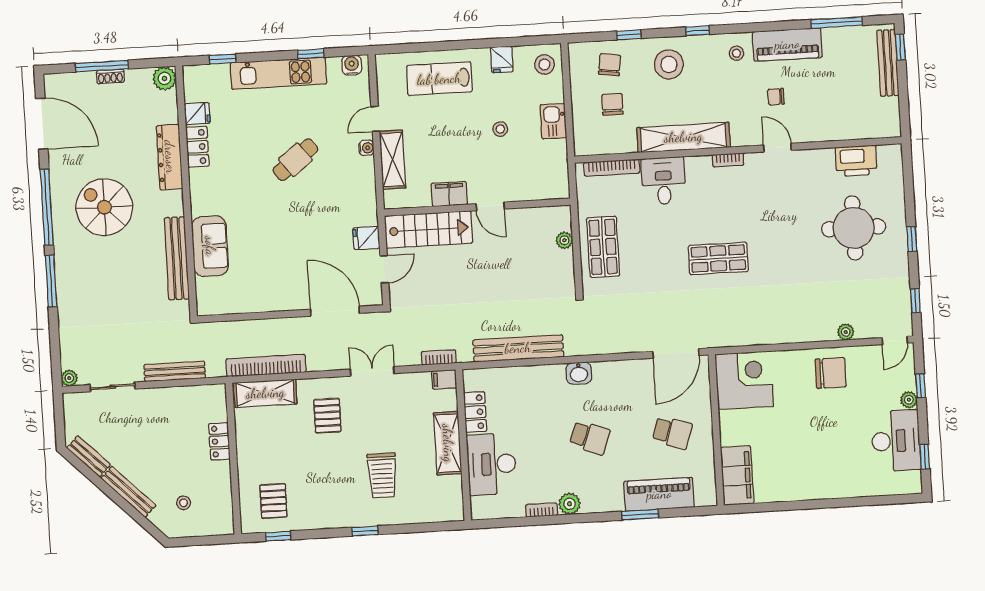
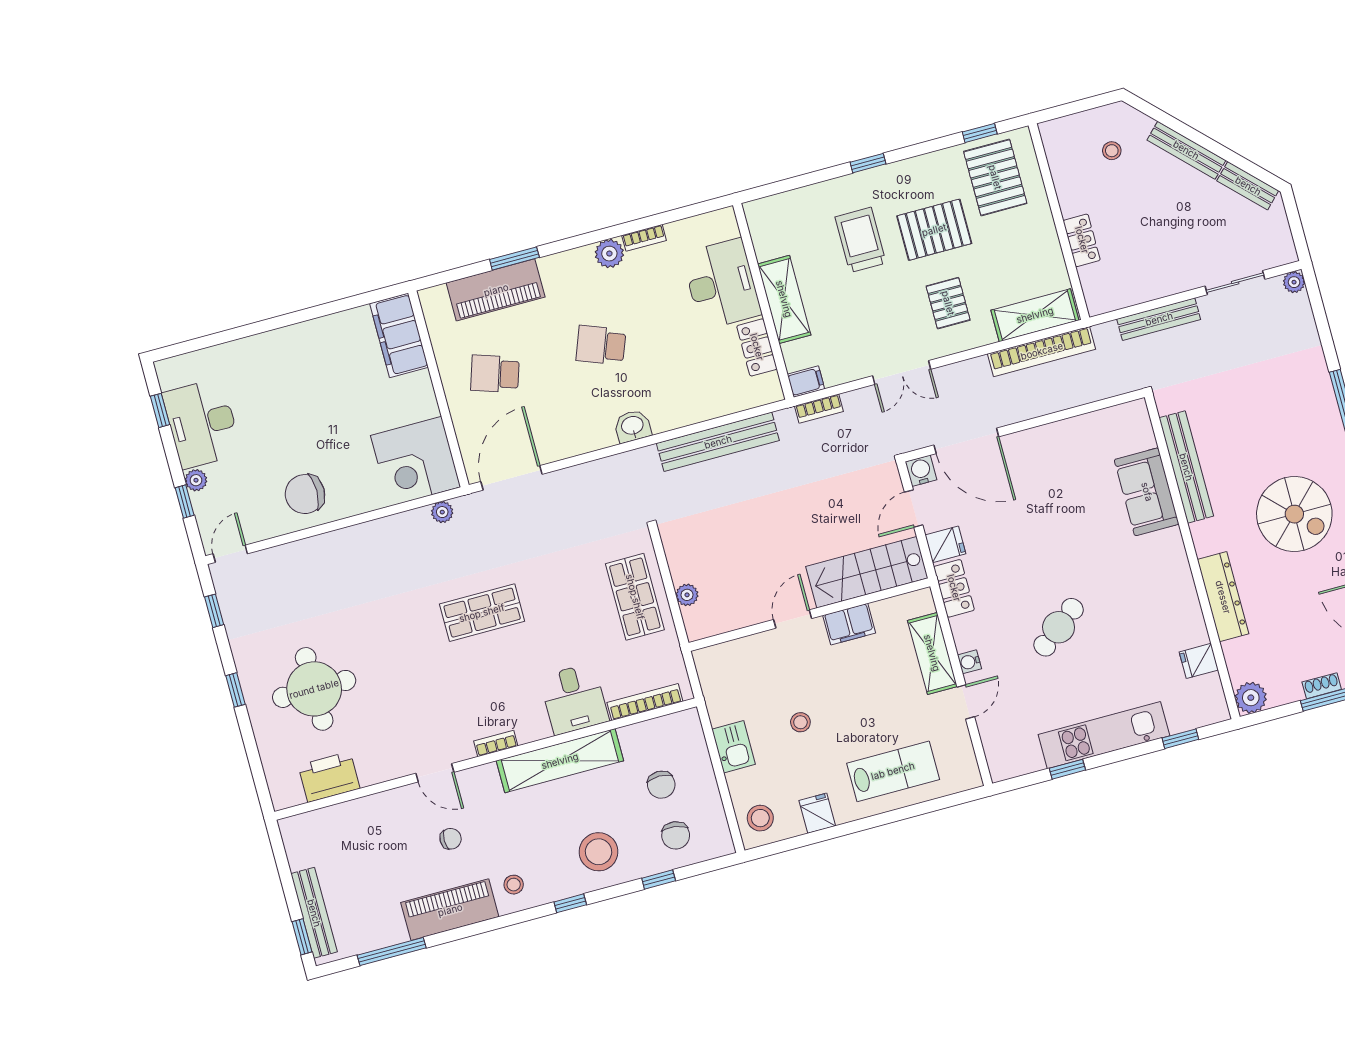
water cooler: (352, 65) -> (921, 471), moved, turned 180
locker: (197, 147) -> (954, 588), moved, turned 180
door: (490, 206) -> (793, 619), hinge flipped
plant: (846, 332) -> (442, 512), moved
pallet: (326, 472) -> (934, 230), added
pallet: (273, 501) -> (995, 177), width x1.50, depth x1.42

